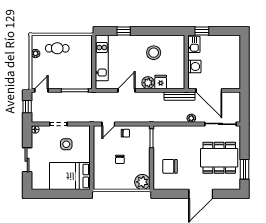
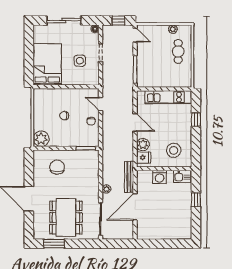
kitchen sink: (194, 44) -> (182, 176), moved
wall: (186, 62) -> (164, 169), moved
washing machine: (194, 67) -> (160, 177), moved
sliding door: (27, 160) -> (64, 21), width x1.37

